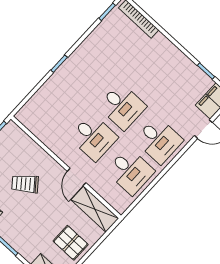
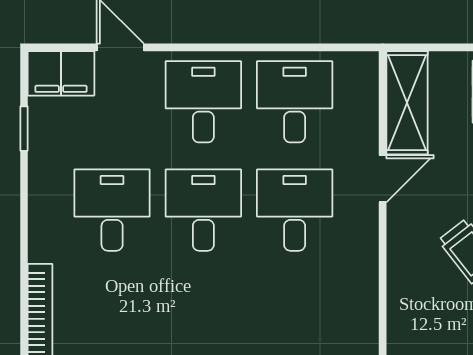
desk: (151, 75) -> (112, 210), added

